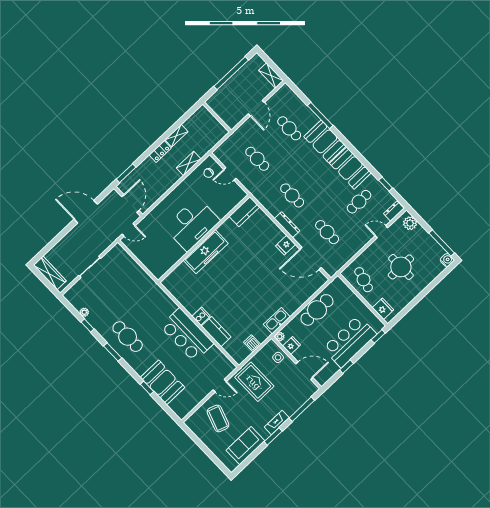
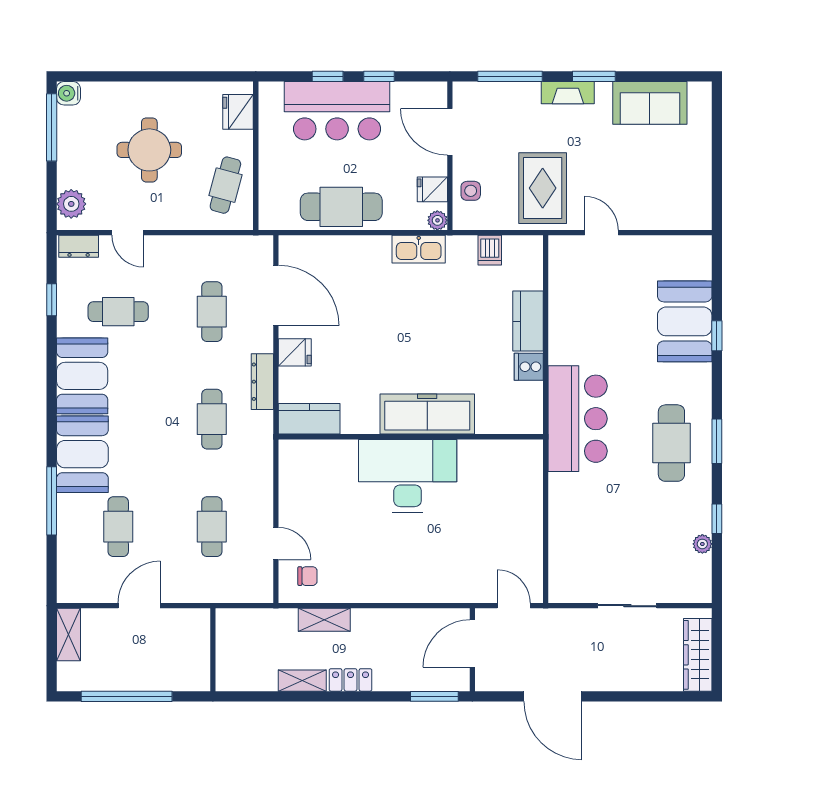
kitchen counter: (244, 212) -> (309, 419), moved
desk: (192, 224) -> (408, 476), moved
wall: (204, 239) -> (411, 437), moved
freezer: (206, 252) -> (427, 414), moved
bar counter: (187, 335) -> (578, 419), moved
window: (378, 336) -> (328, 76), moved
coffee table: (218, 418) -> (652, 185), removed

